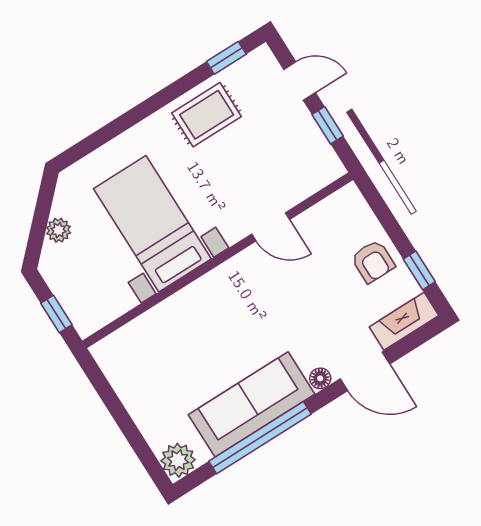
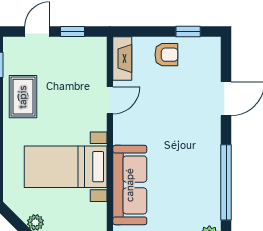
fireplace: (404, 321) -> (122, 59), moved, turned 180
floor lamp: (320, 378) -> (214, 127), removed
sofa: (252, 404) -> (130, 185), moved, turned 180

